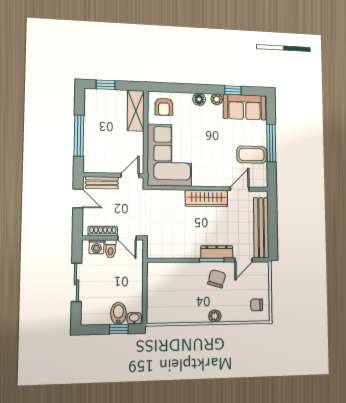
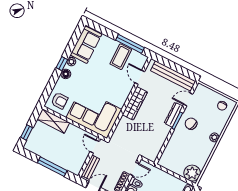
window: (233, 90) -> (62, 64), moved
window: (271, 143) -> (130, 44), moved
door: (244, 260) -> (188, 99), swing flipped
plant: (158, 312) -> (192, 173), added

